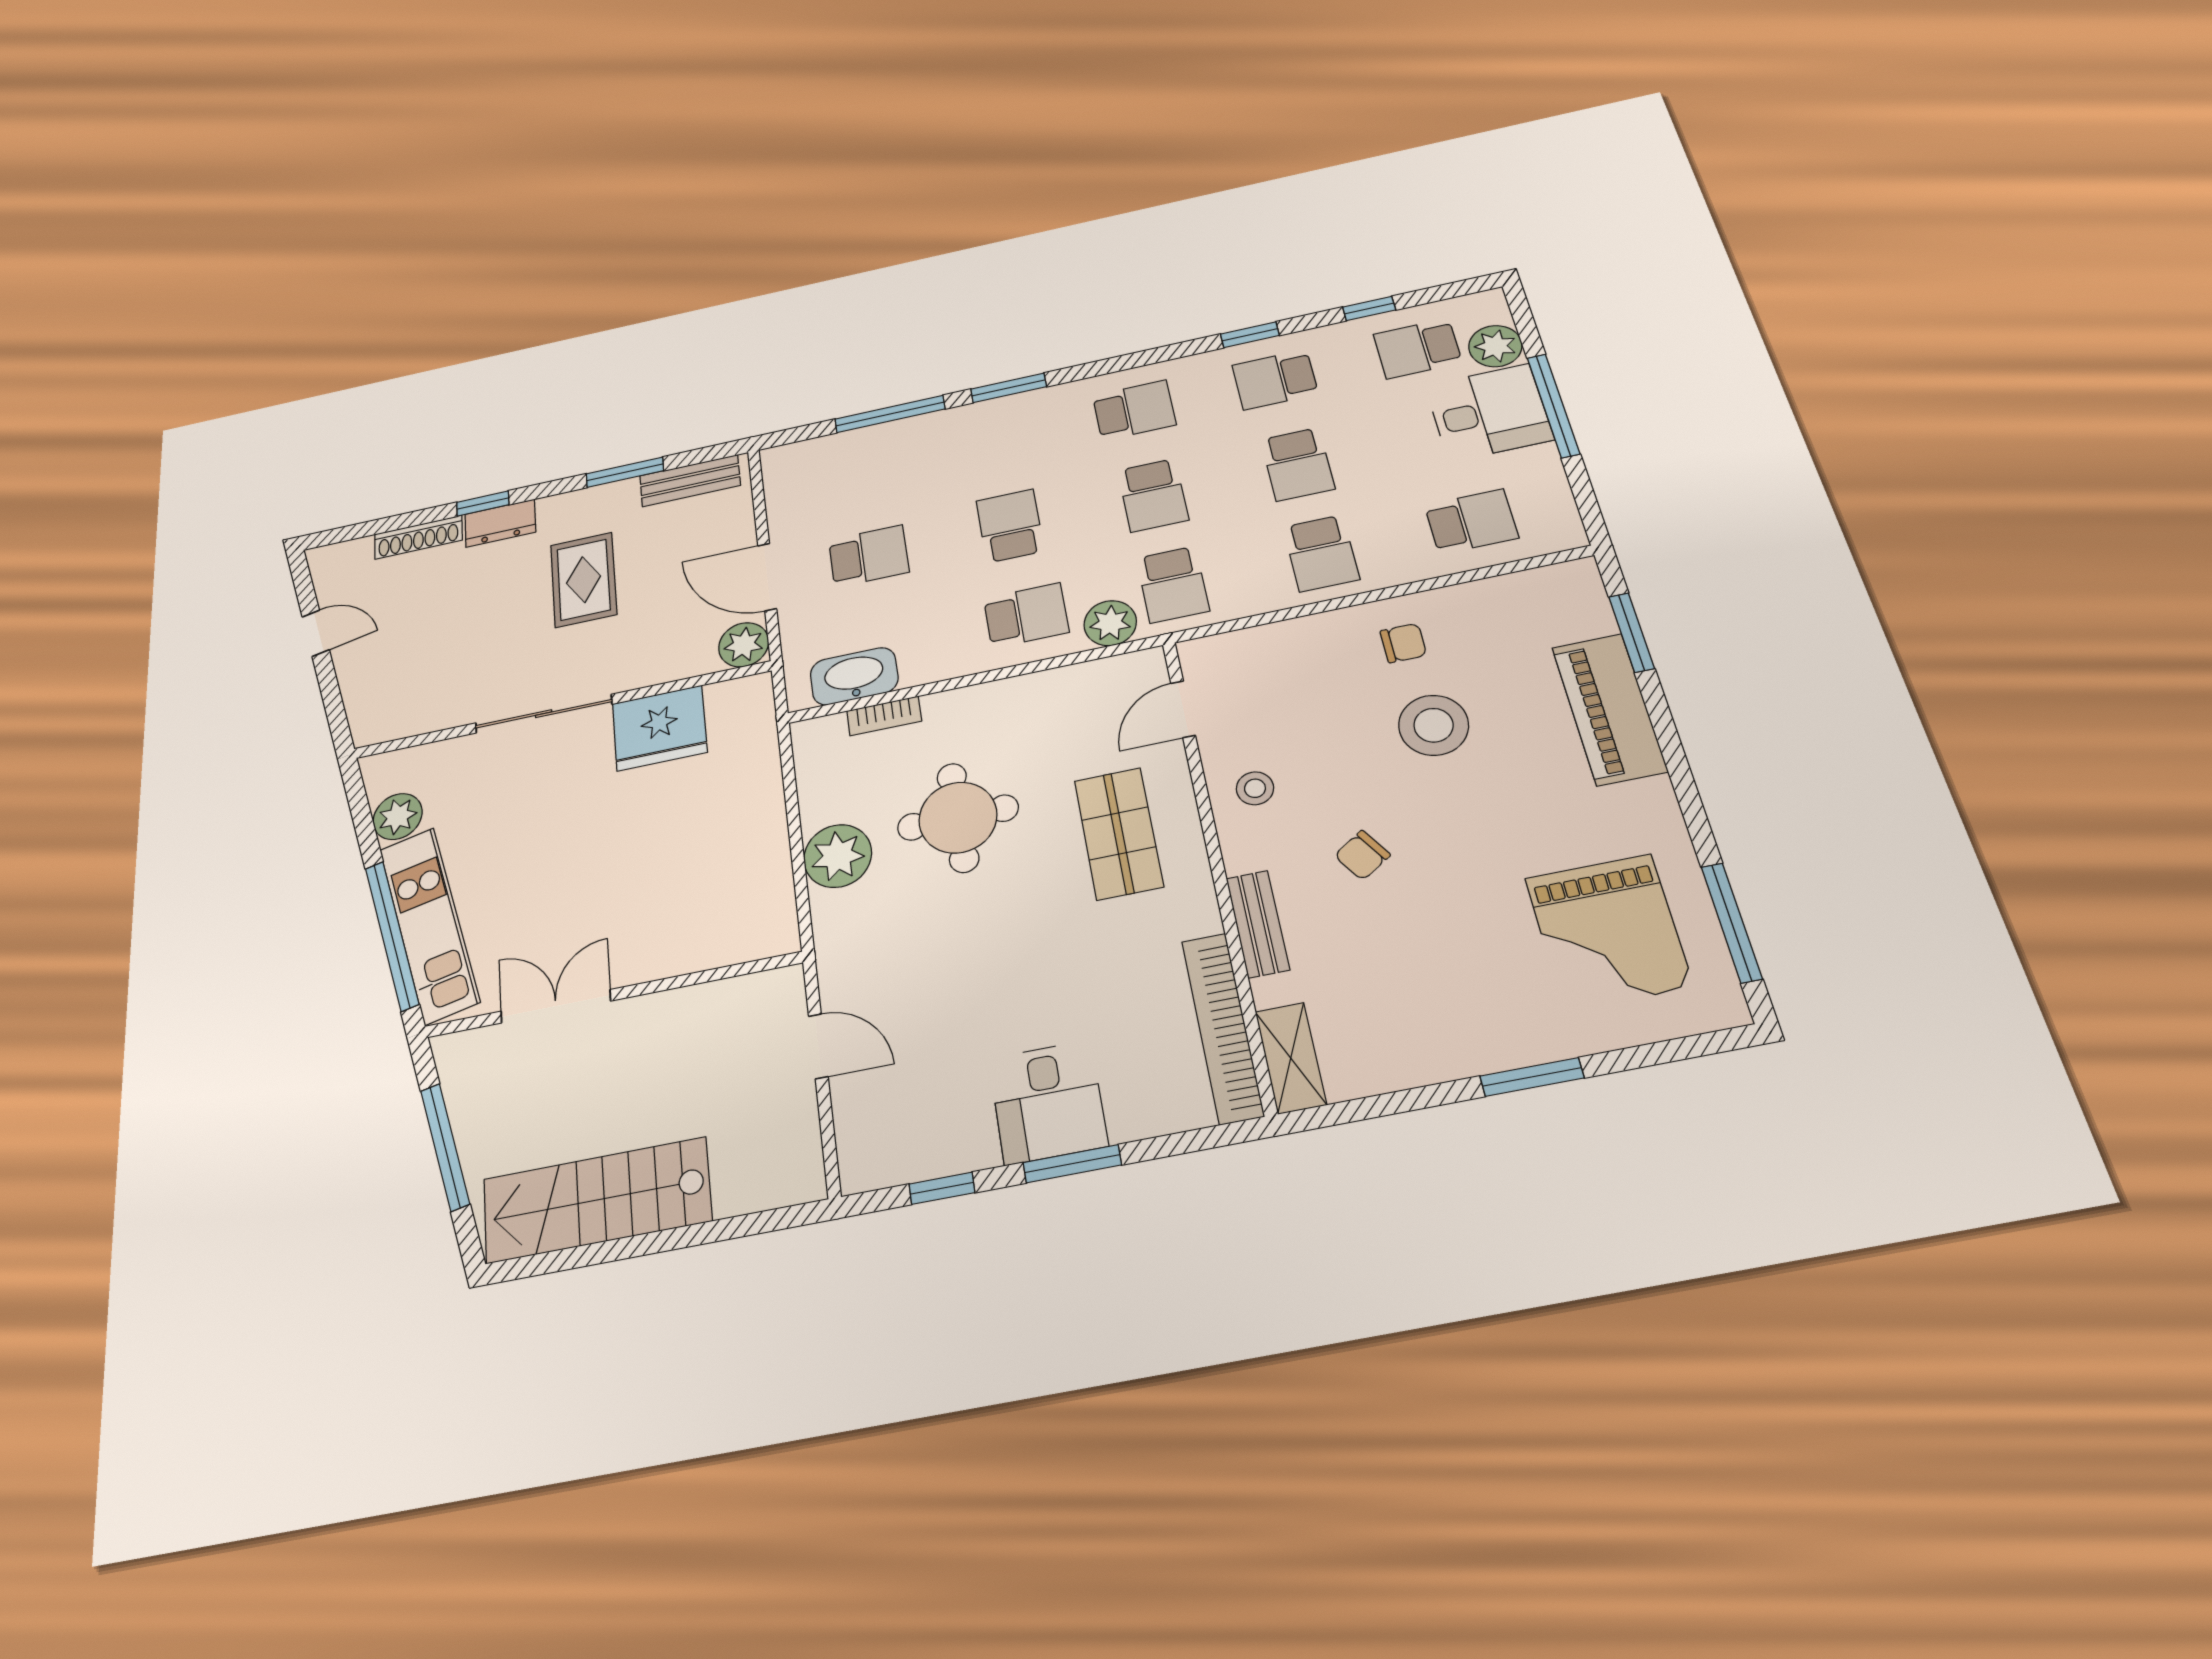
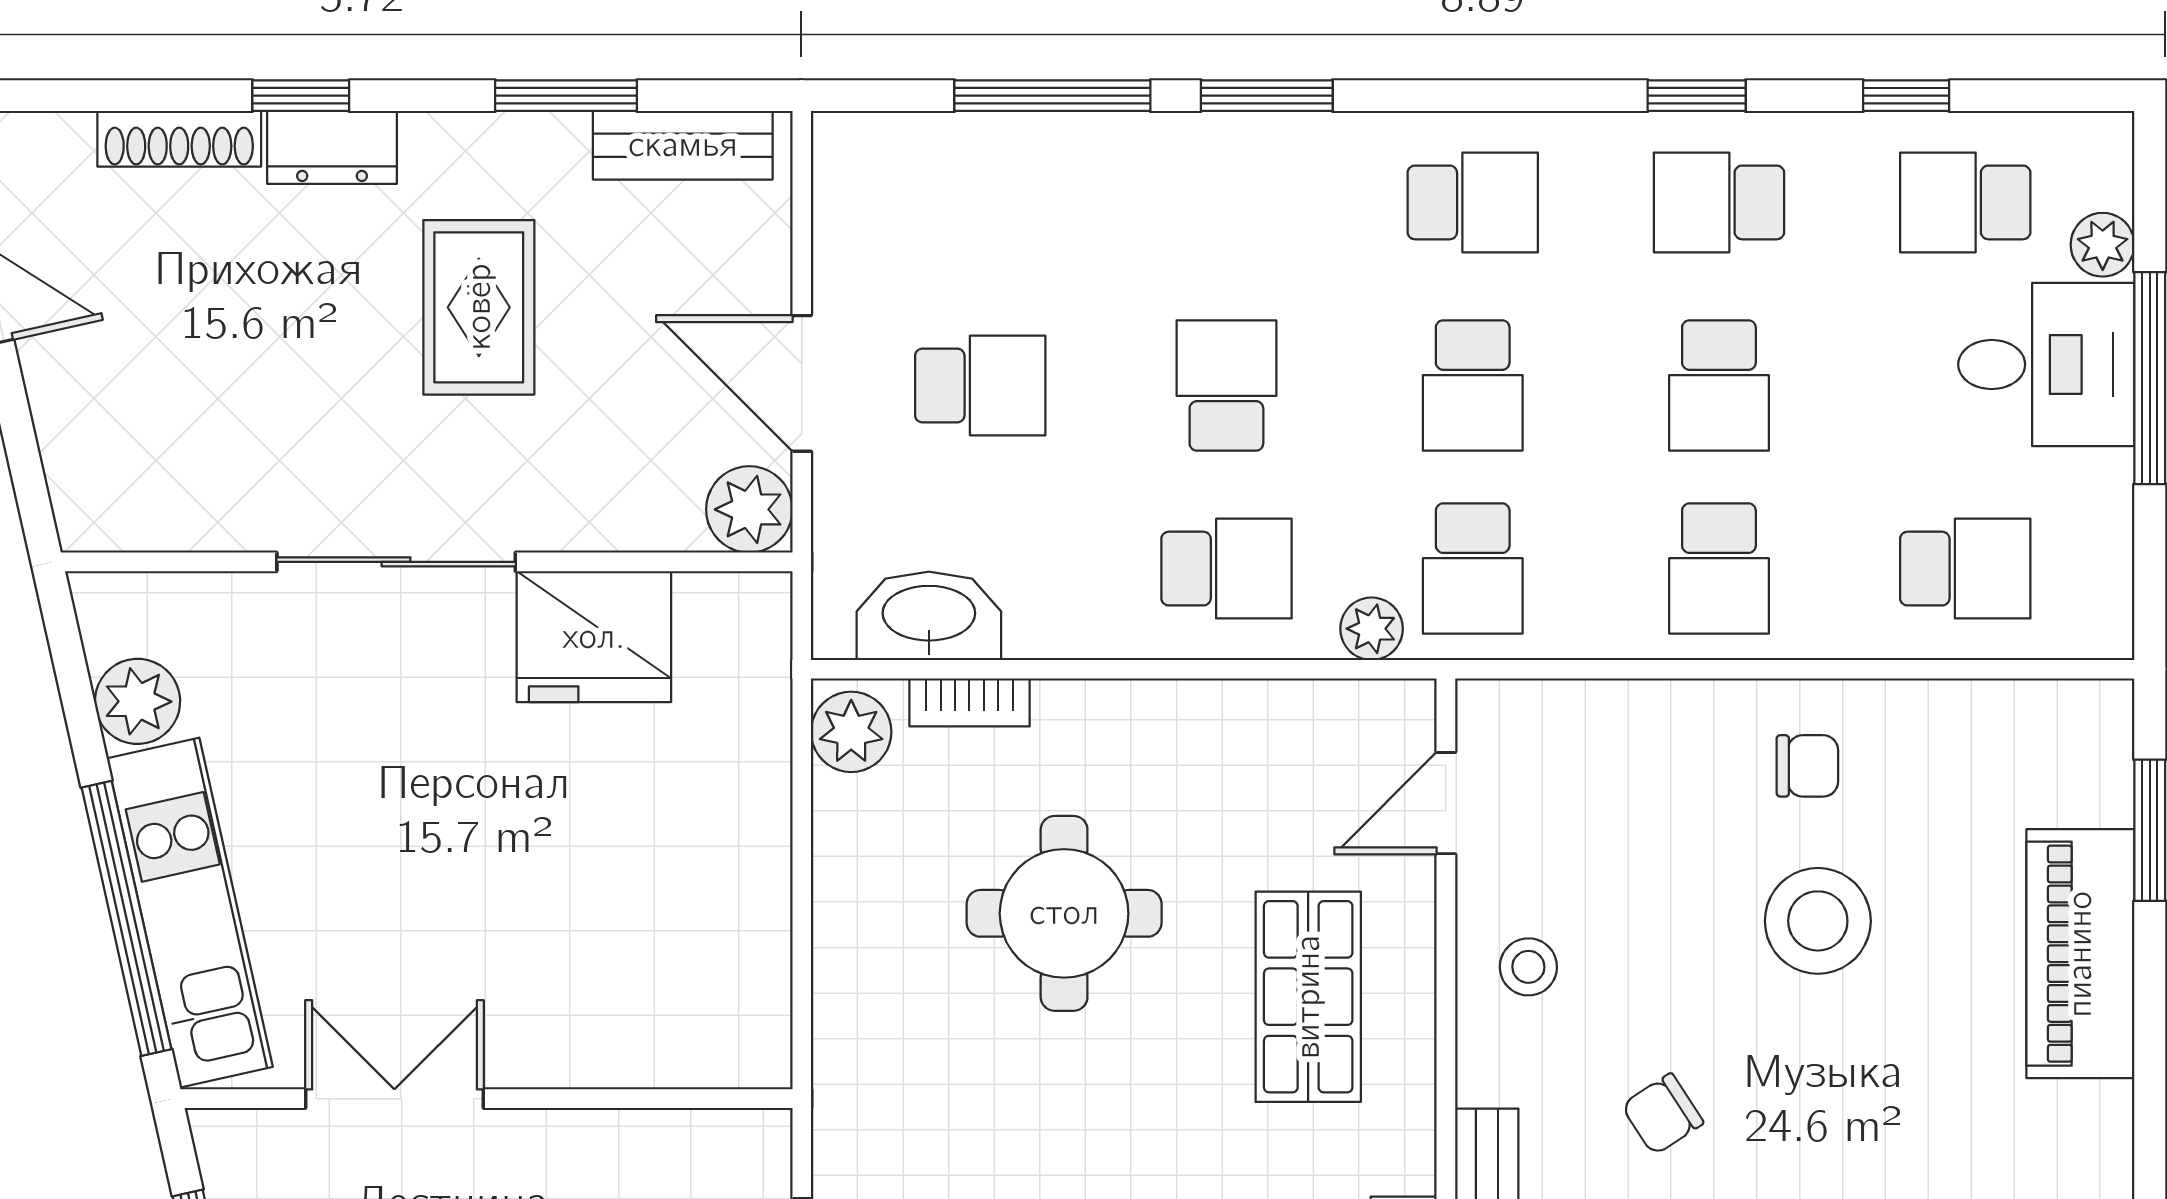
plant: (1495, 346) -> (2103, 245), width x0.73, depth x0.73
plant: (1110, 623) -> (1372, 629), width x0.73, depth x0.73
plant: (838, 856) -> (851, 732), moved, width x0.73, depth x0.73

